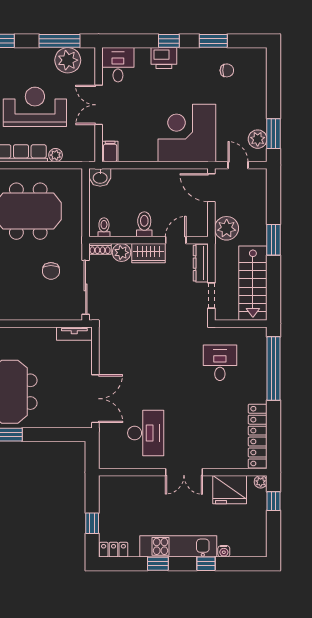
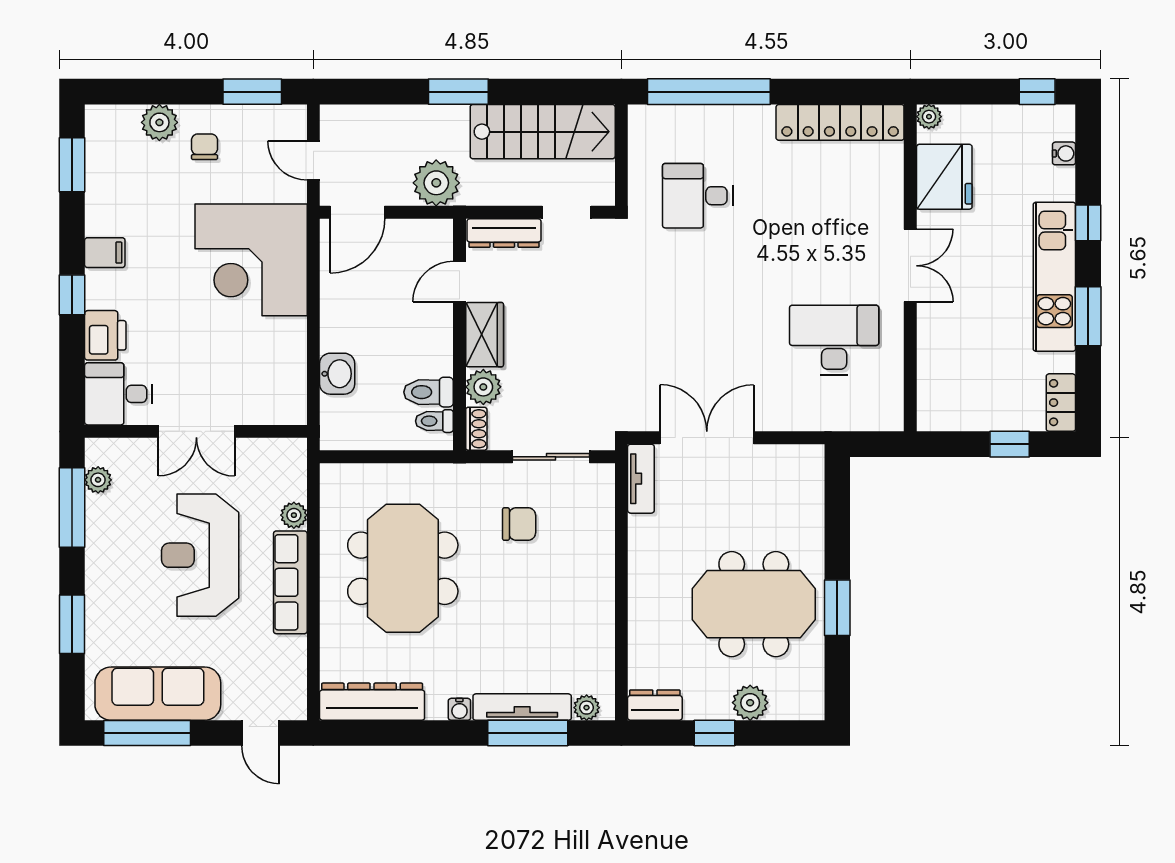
window: (213, 41) -> (72, 165), moved
printer: (164, 58) -> (105, 335), moved
plant: (68, 60) -> (98, 480), width x0.53, depth x0.53
chair: (227, 70) -> (204, 147), moved
plant: (258, 139) -> (159, 122), moved
filing cabinet: (110, 151) -> (105, 253), moved, turned 180
door: (238, 165) -> (313, 160), hinge flipped
washbasin: (100, 177) -> (337, 374), moved
toilet: (144, 224) -> (429, 392), moved
door: (176, 240) -> (459, 282), hinge flipped
sliding door: (86, 287) -> (551, 457), width x0.73
double door: (95, 399) -> (707, 438), moved
window: (273, 501) -> (1037, 92), moved
water cooler: (224, 551) -> (1064, 153), moved
window: (158, 564) -> (1088, 316), width x1.50

